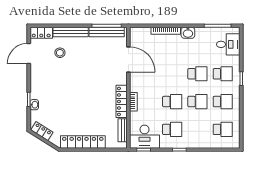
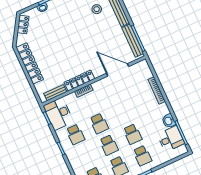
washbasin: (188, 33) -> (169, 121), moved
desk: (228, 44) -> (171, 139), moved, turned -90
door: (128, 59) -> (118, 70), swing flipped

